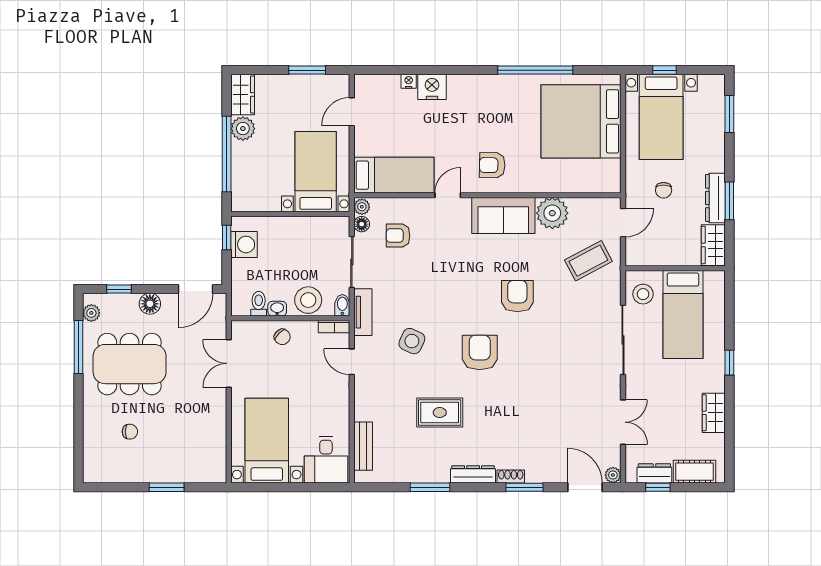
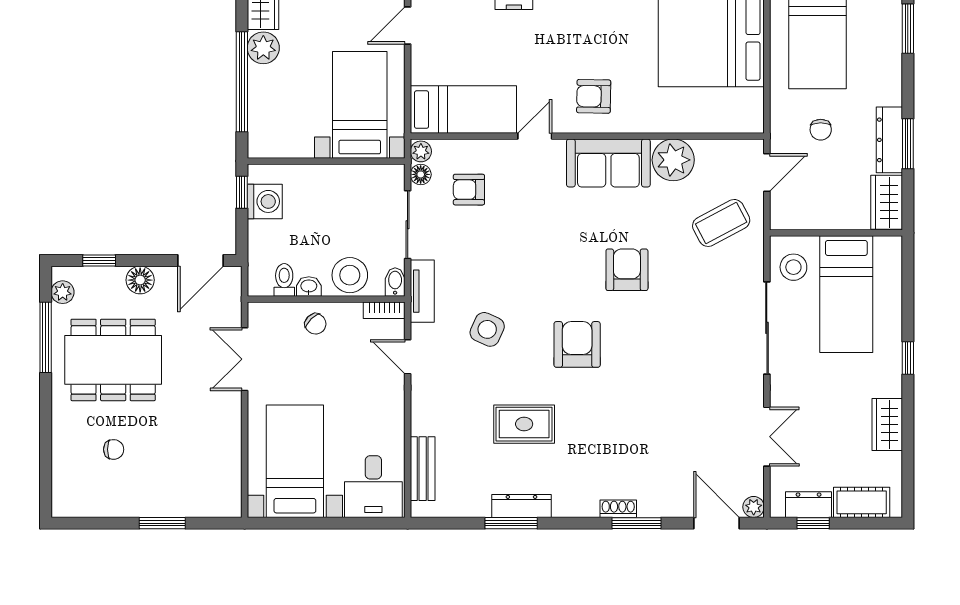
dresser: (473, 474) -> (521, 506), moved

